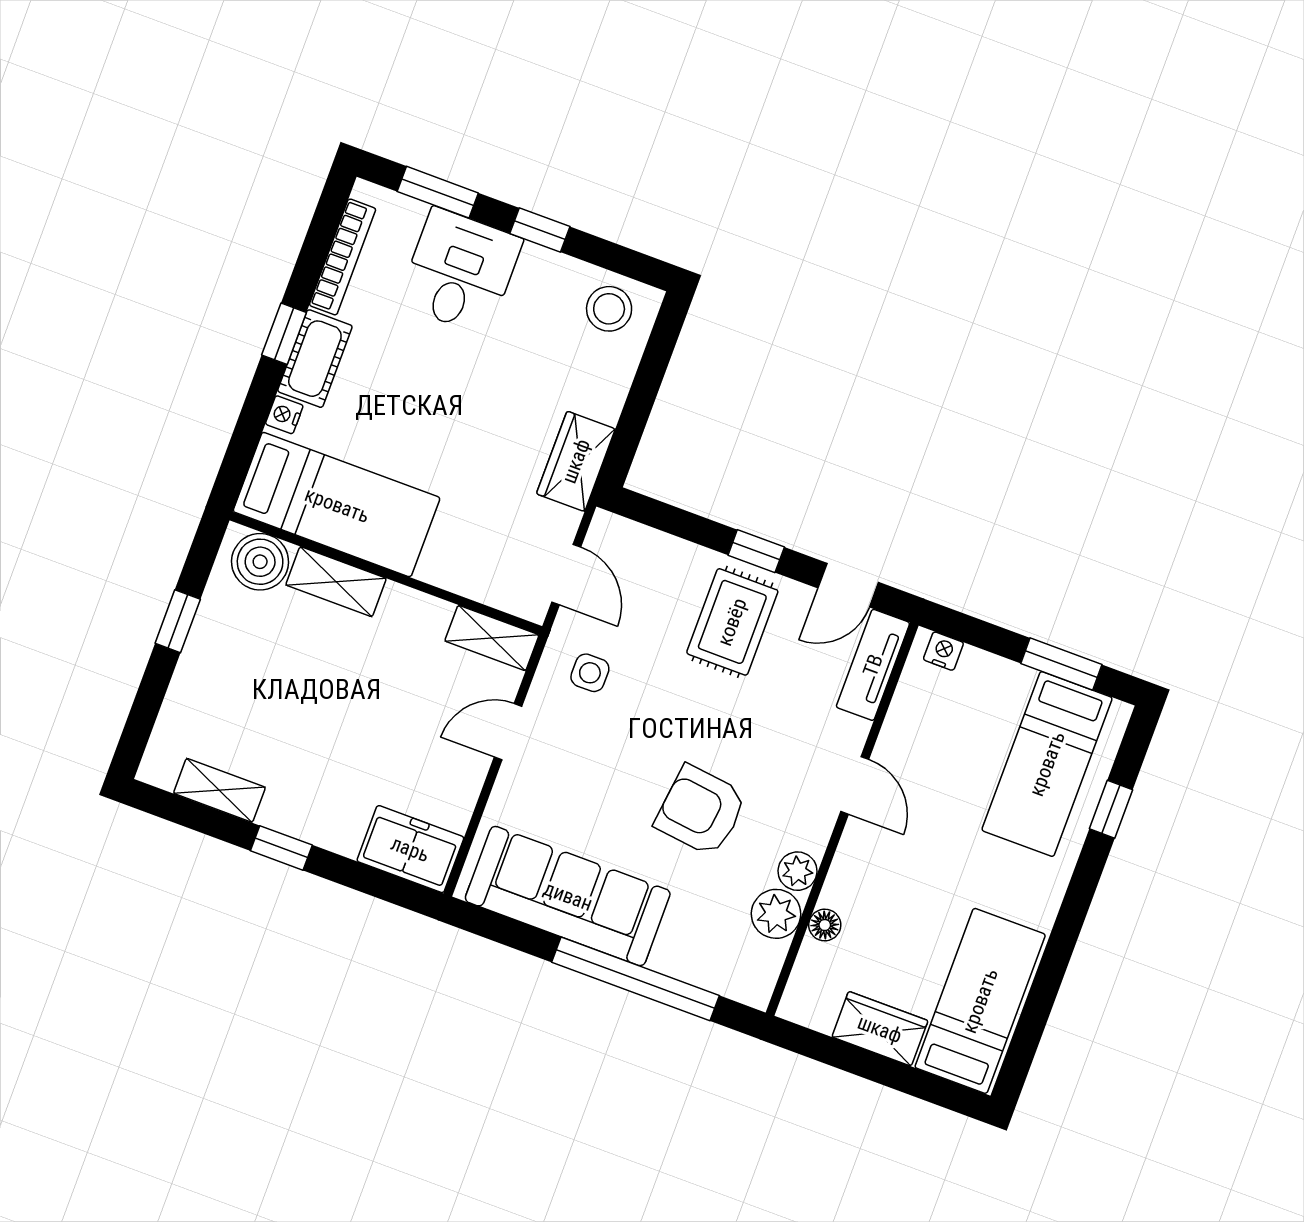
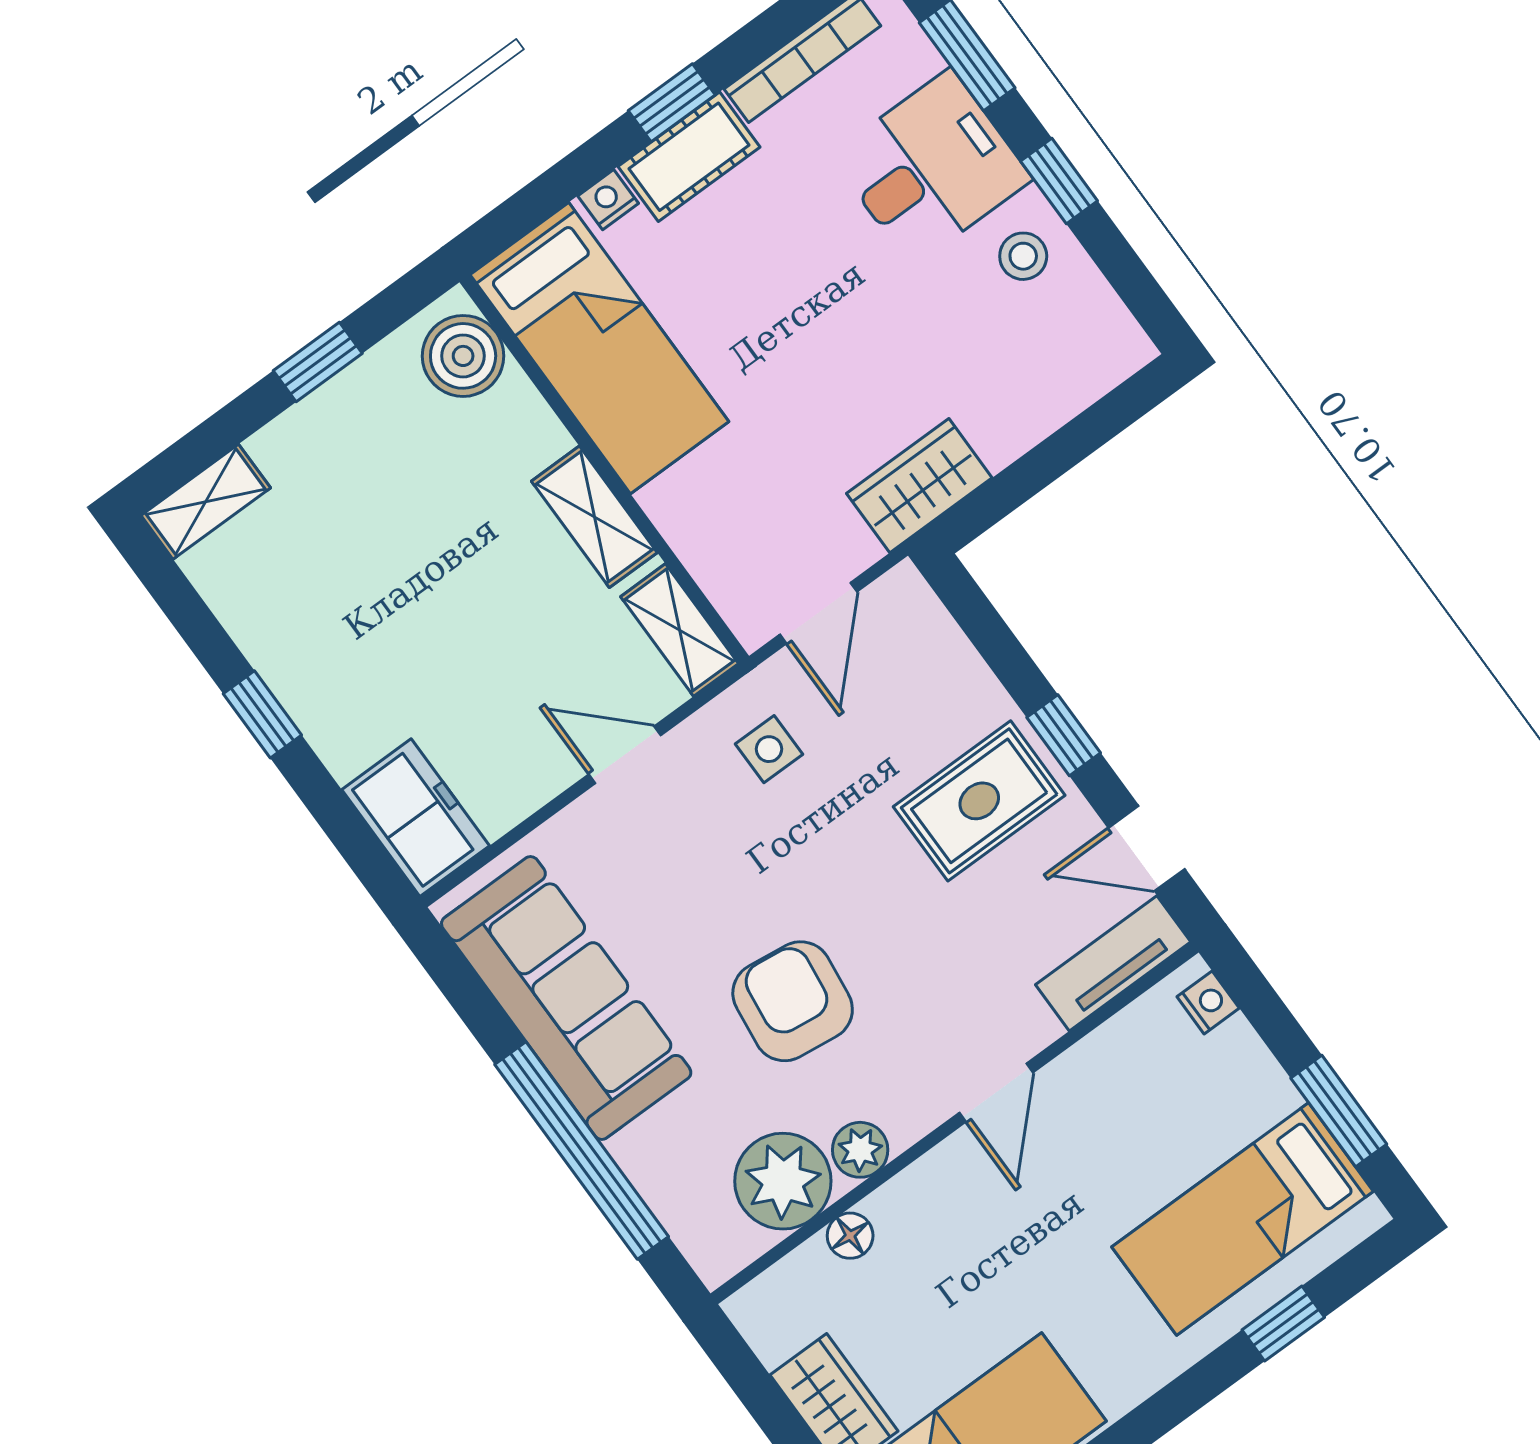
stool: (609, 309) -> (1023, 256), moved, width x0.73, depth x0.73
shelving: (336, 582) -> (594, 517), moved
shelving: (219, 790) -> (206, 502), moved, turned 90
plant: (776, 914) -> (783, 1181), width x1.36, depth x1.36

